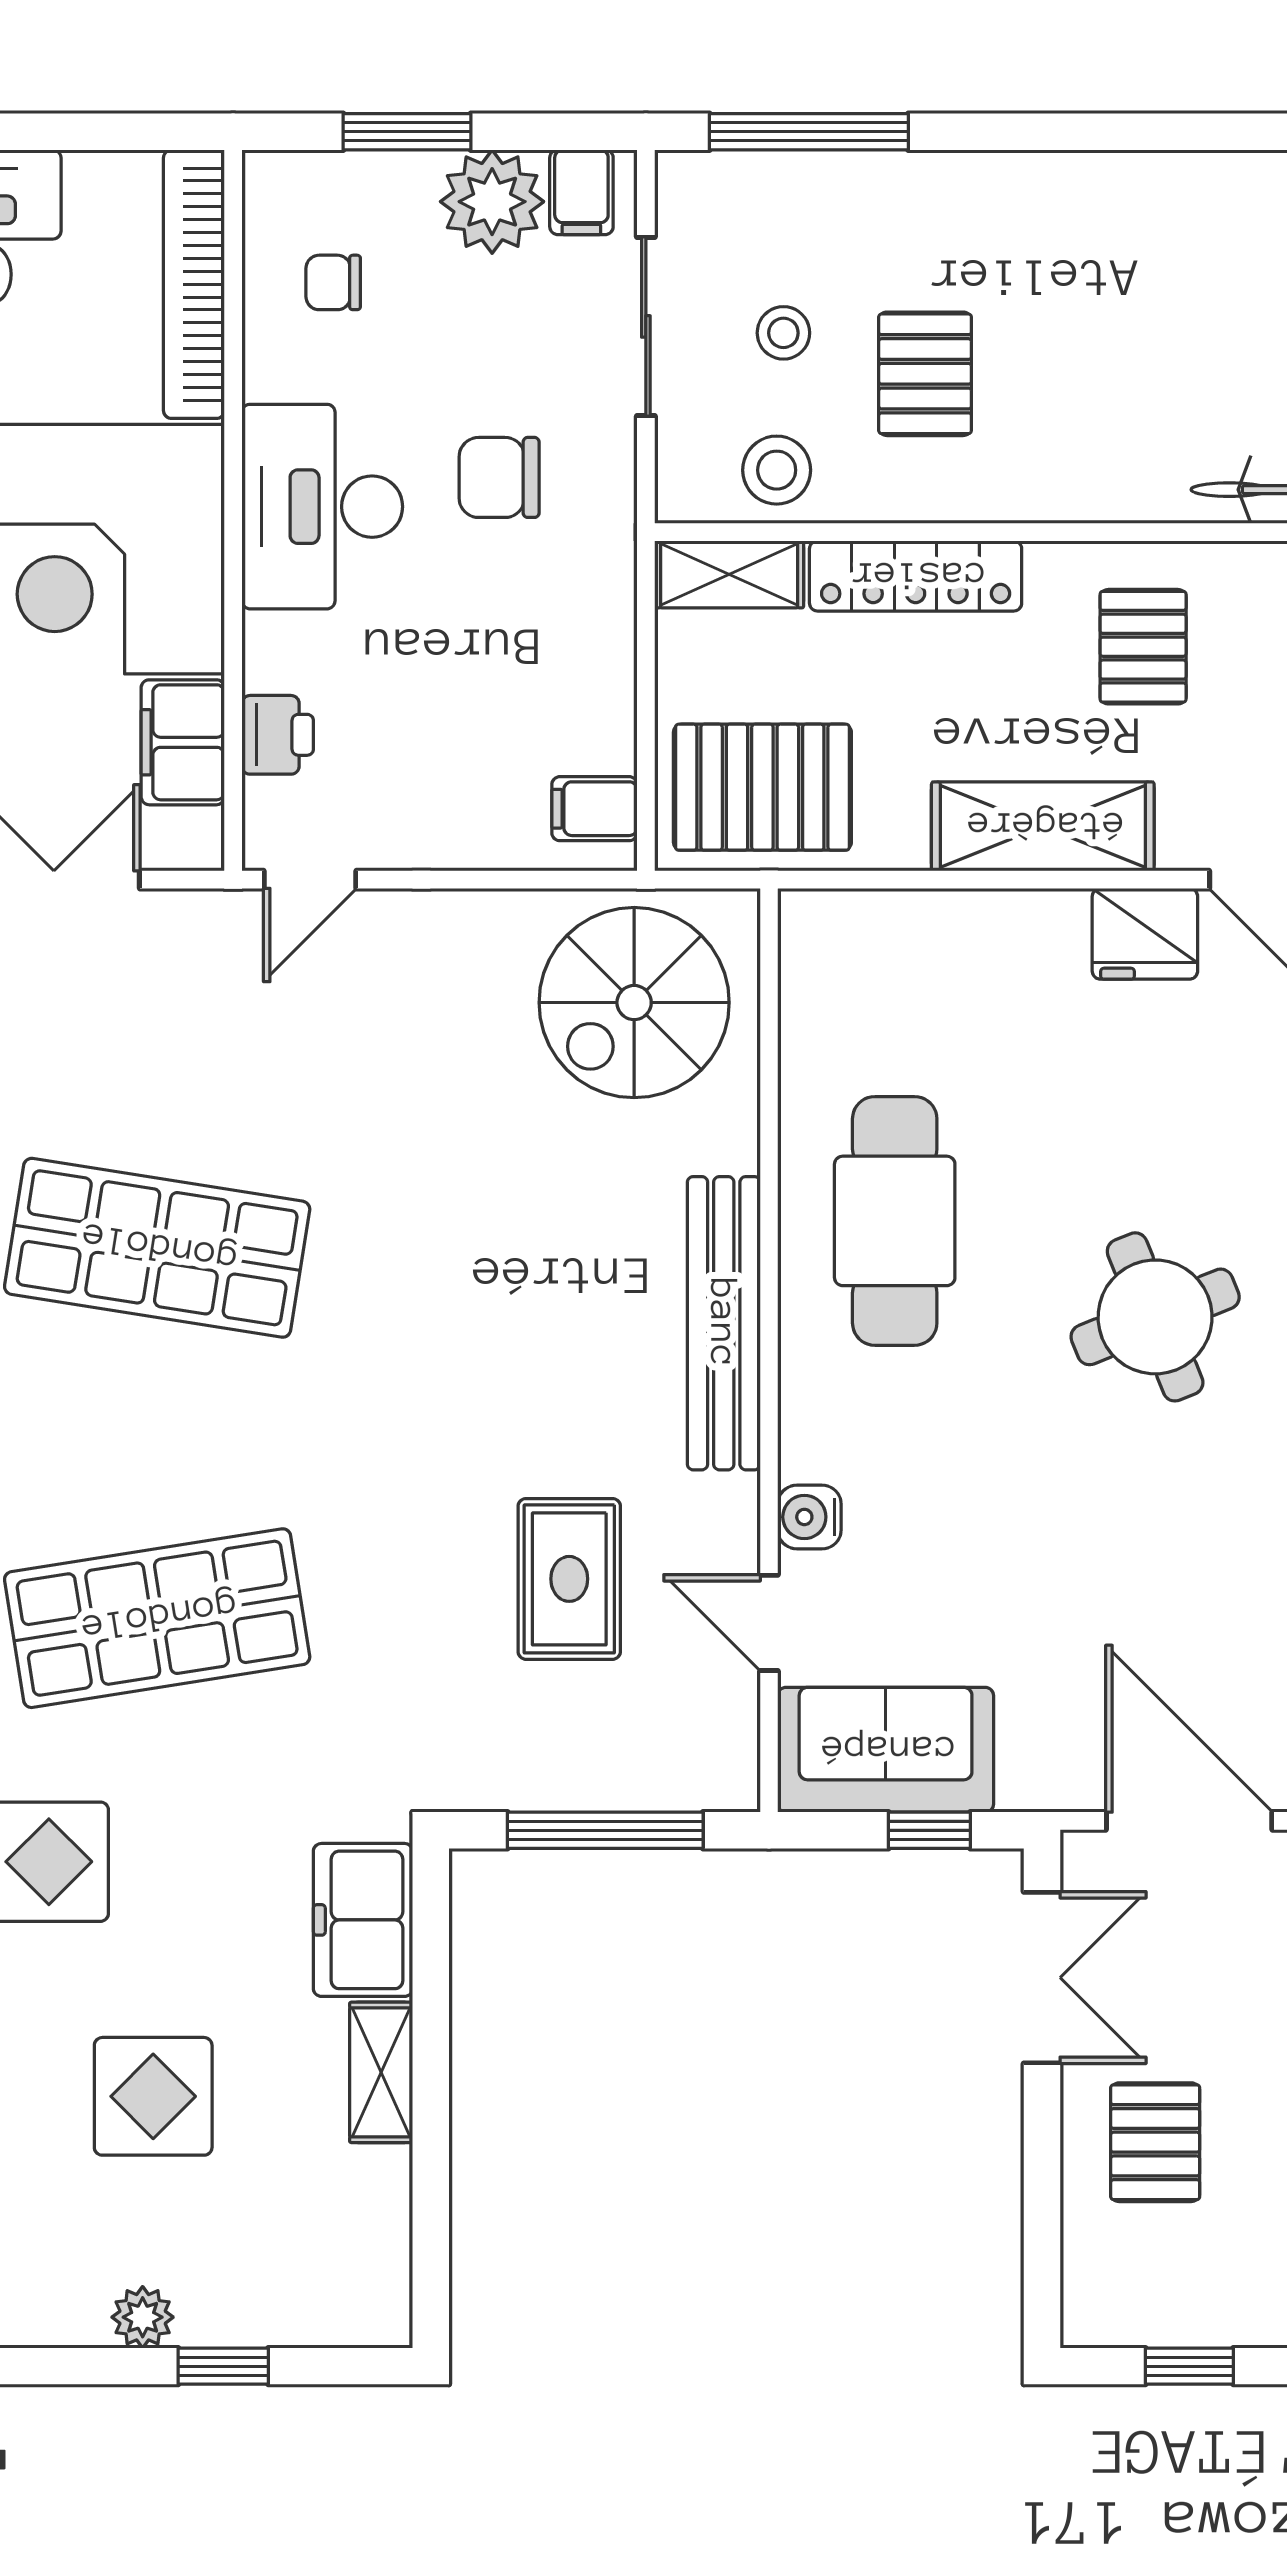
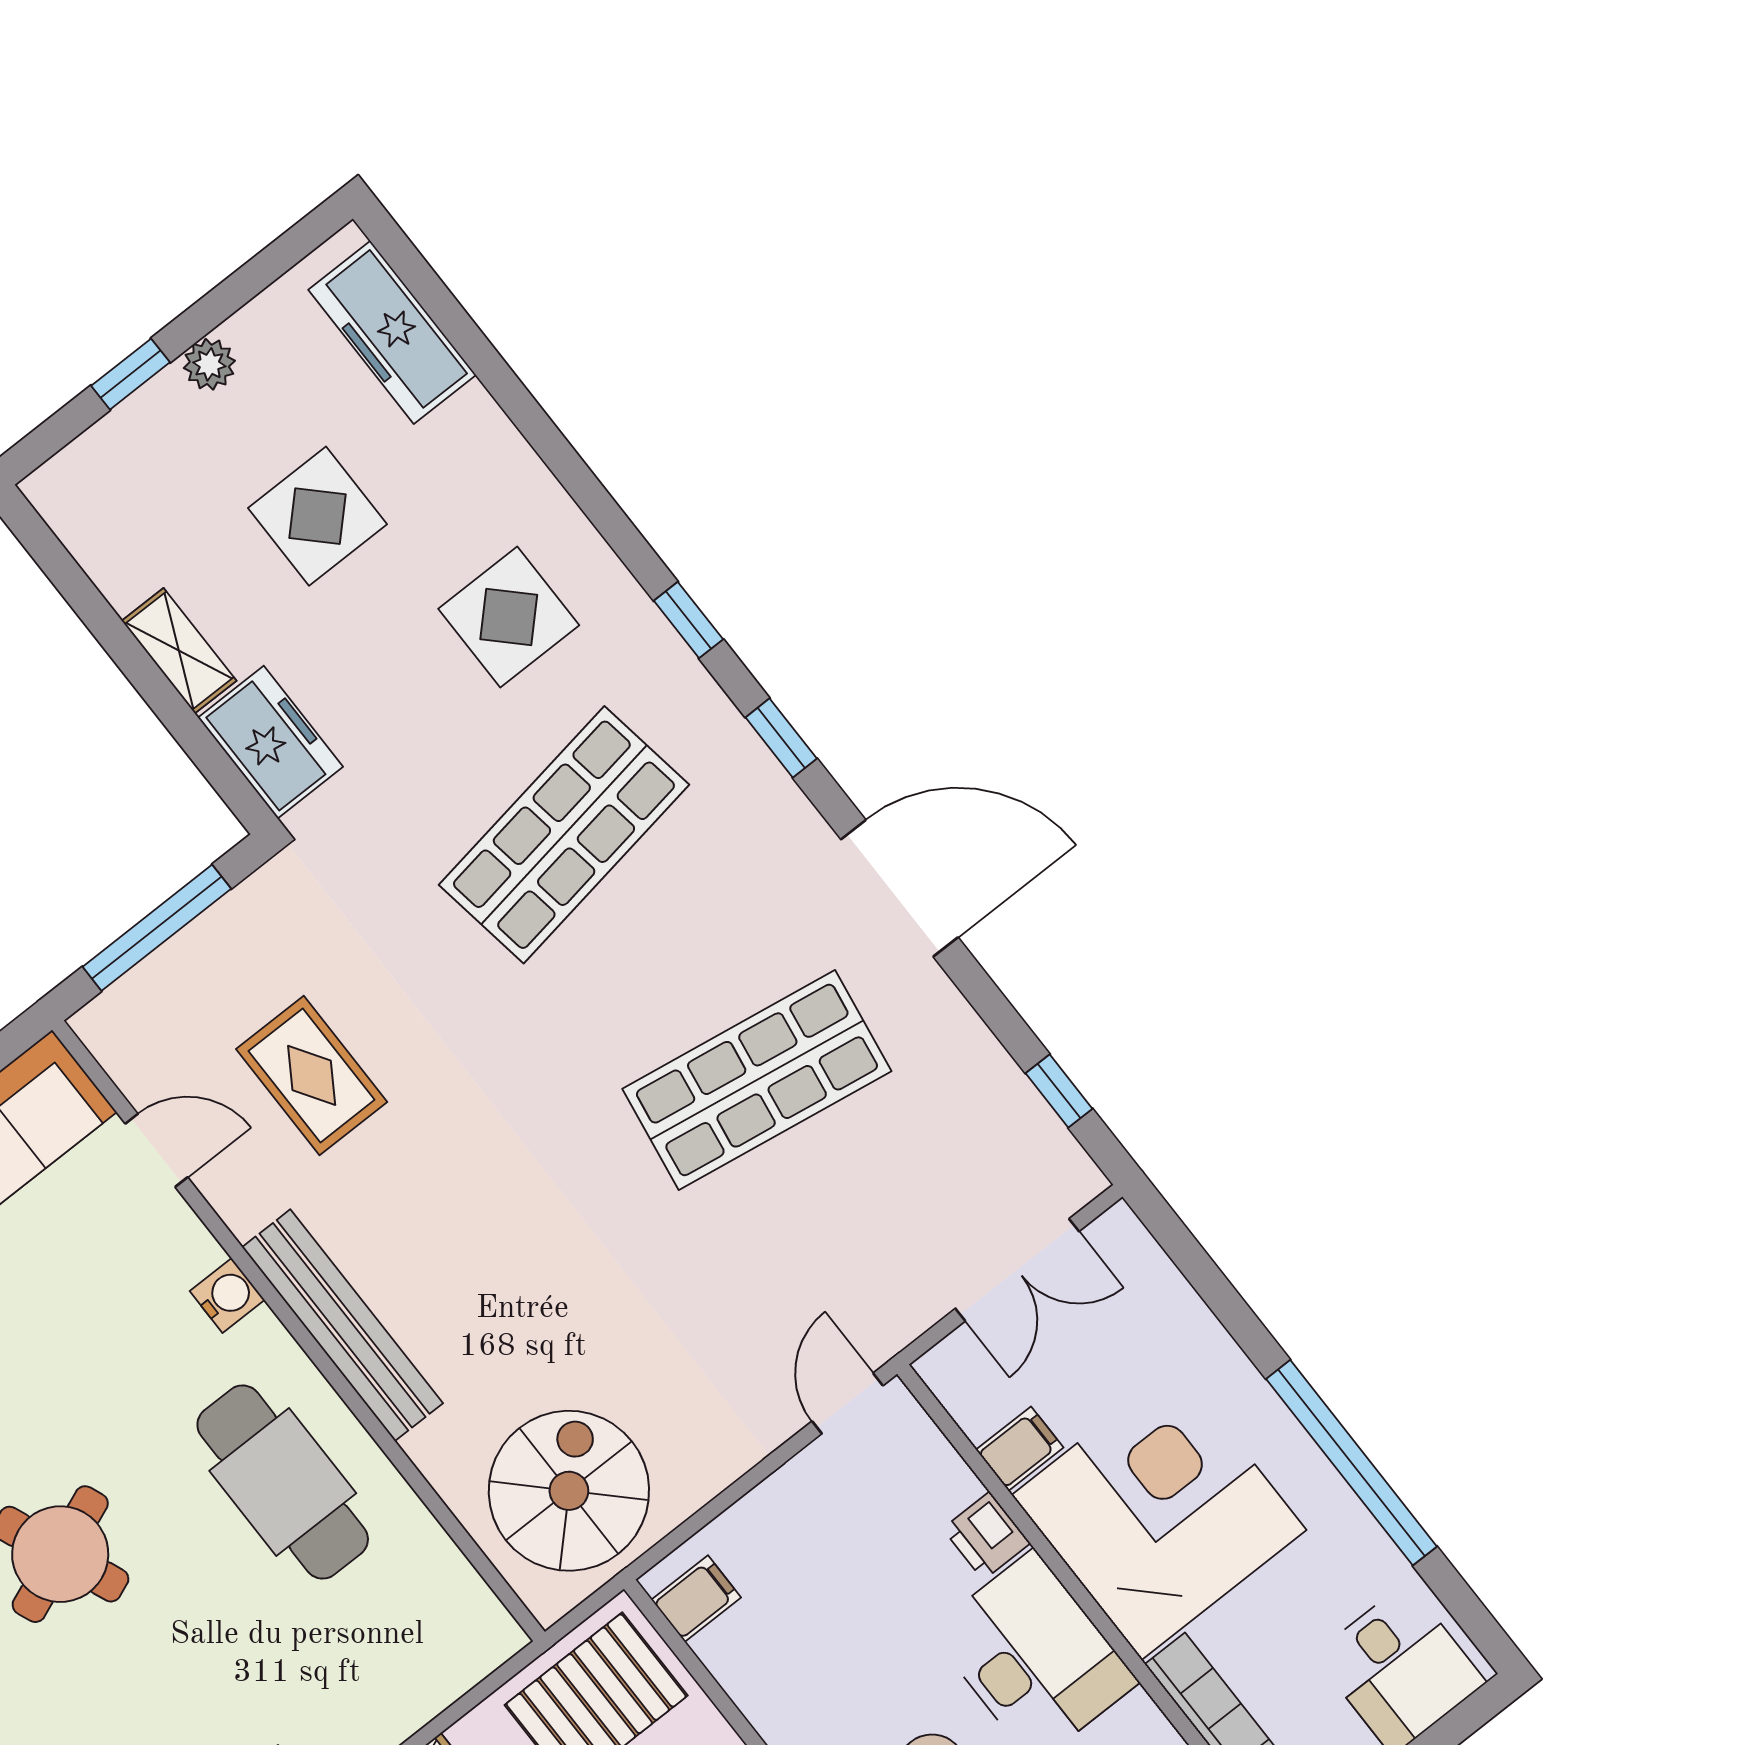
printer: (278, 735) -> (986, 1536), moved
filing cabinet: (183, 742) -> (1020, 1449), width x0.50
water cooler: (809, 1517) -> (227, 1295), moved

